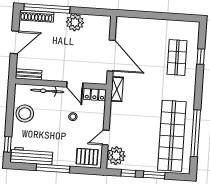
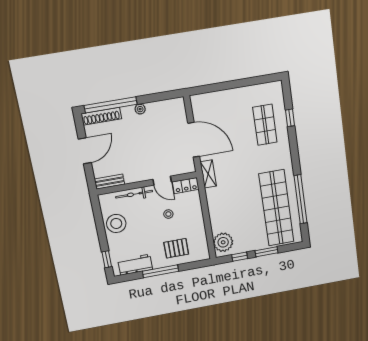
plant: (75, 22) -> (140, 109), width x0.53, depth x0.53
door: (106, 138) -> (208, 227), removed
workbench: (32, 156) -> (135, 265), width x0.73
pallet: (87, 157) -> (176, 248), moved

